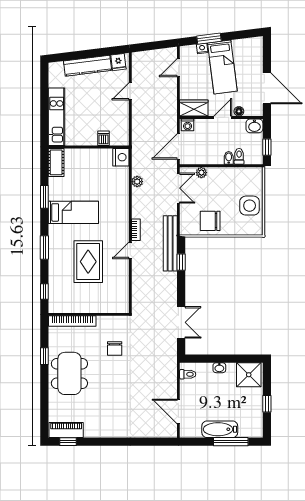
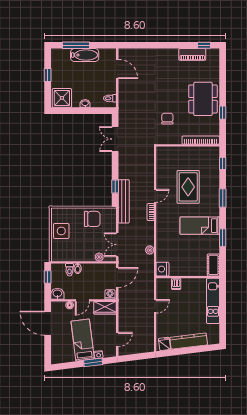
door: (130, 91) -> (155, 306), moved
piano: (66, 430) -> (192, 54), moved

